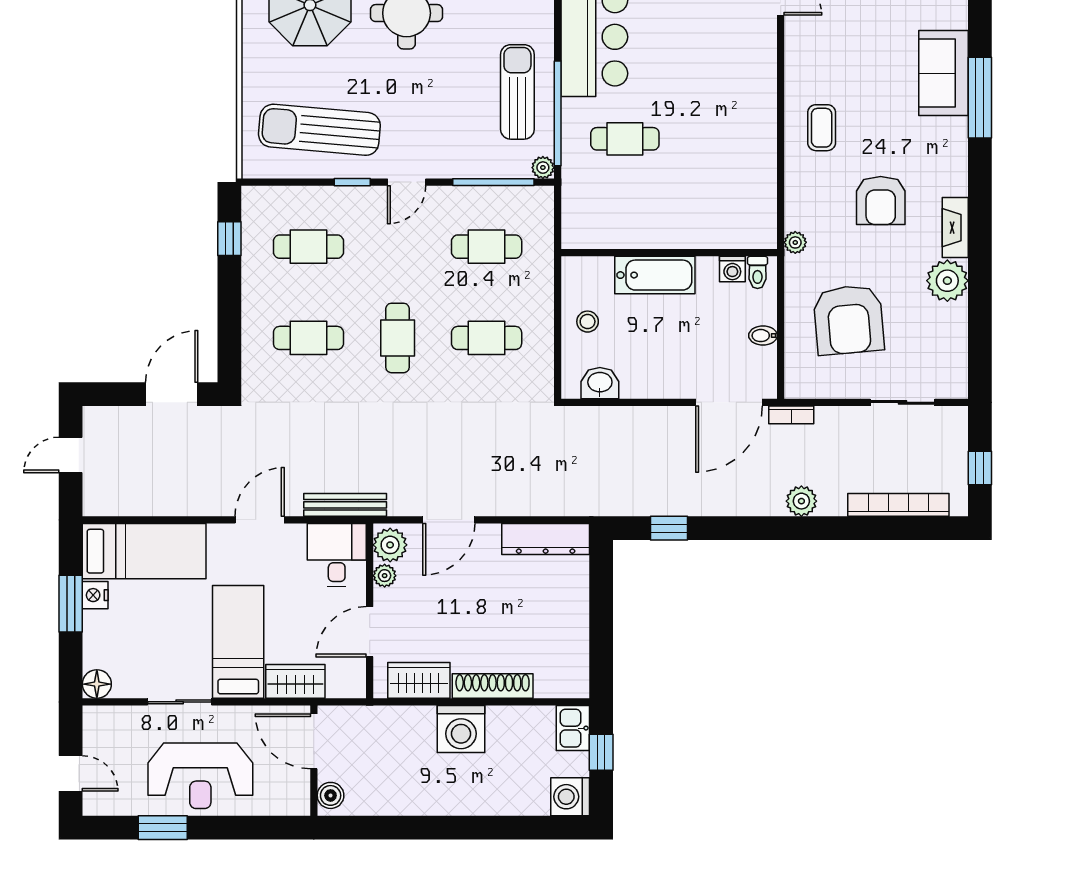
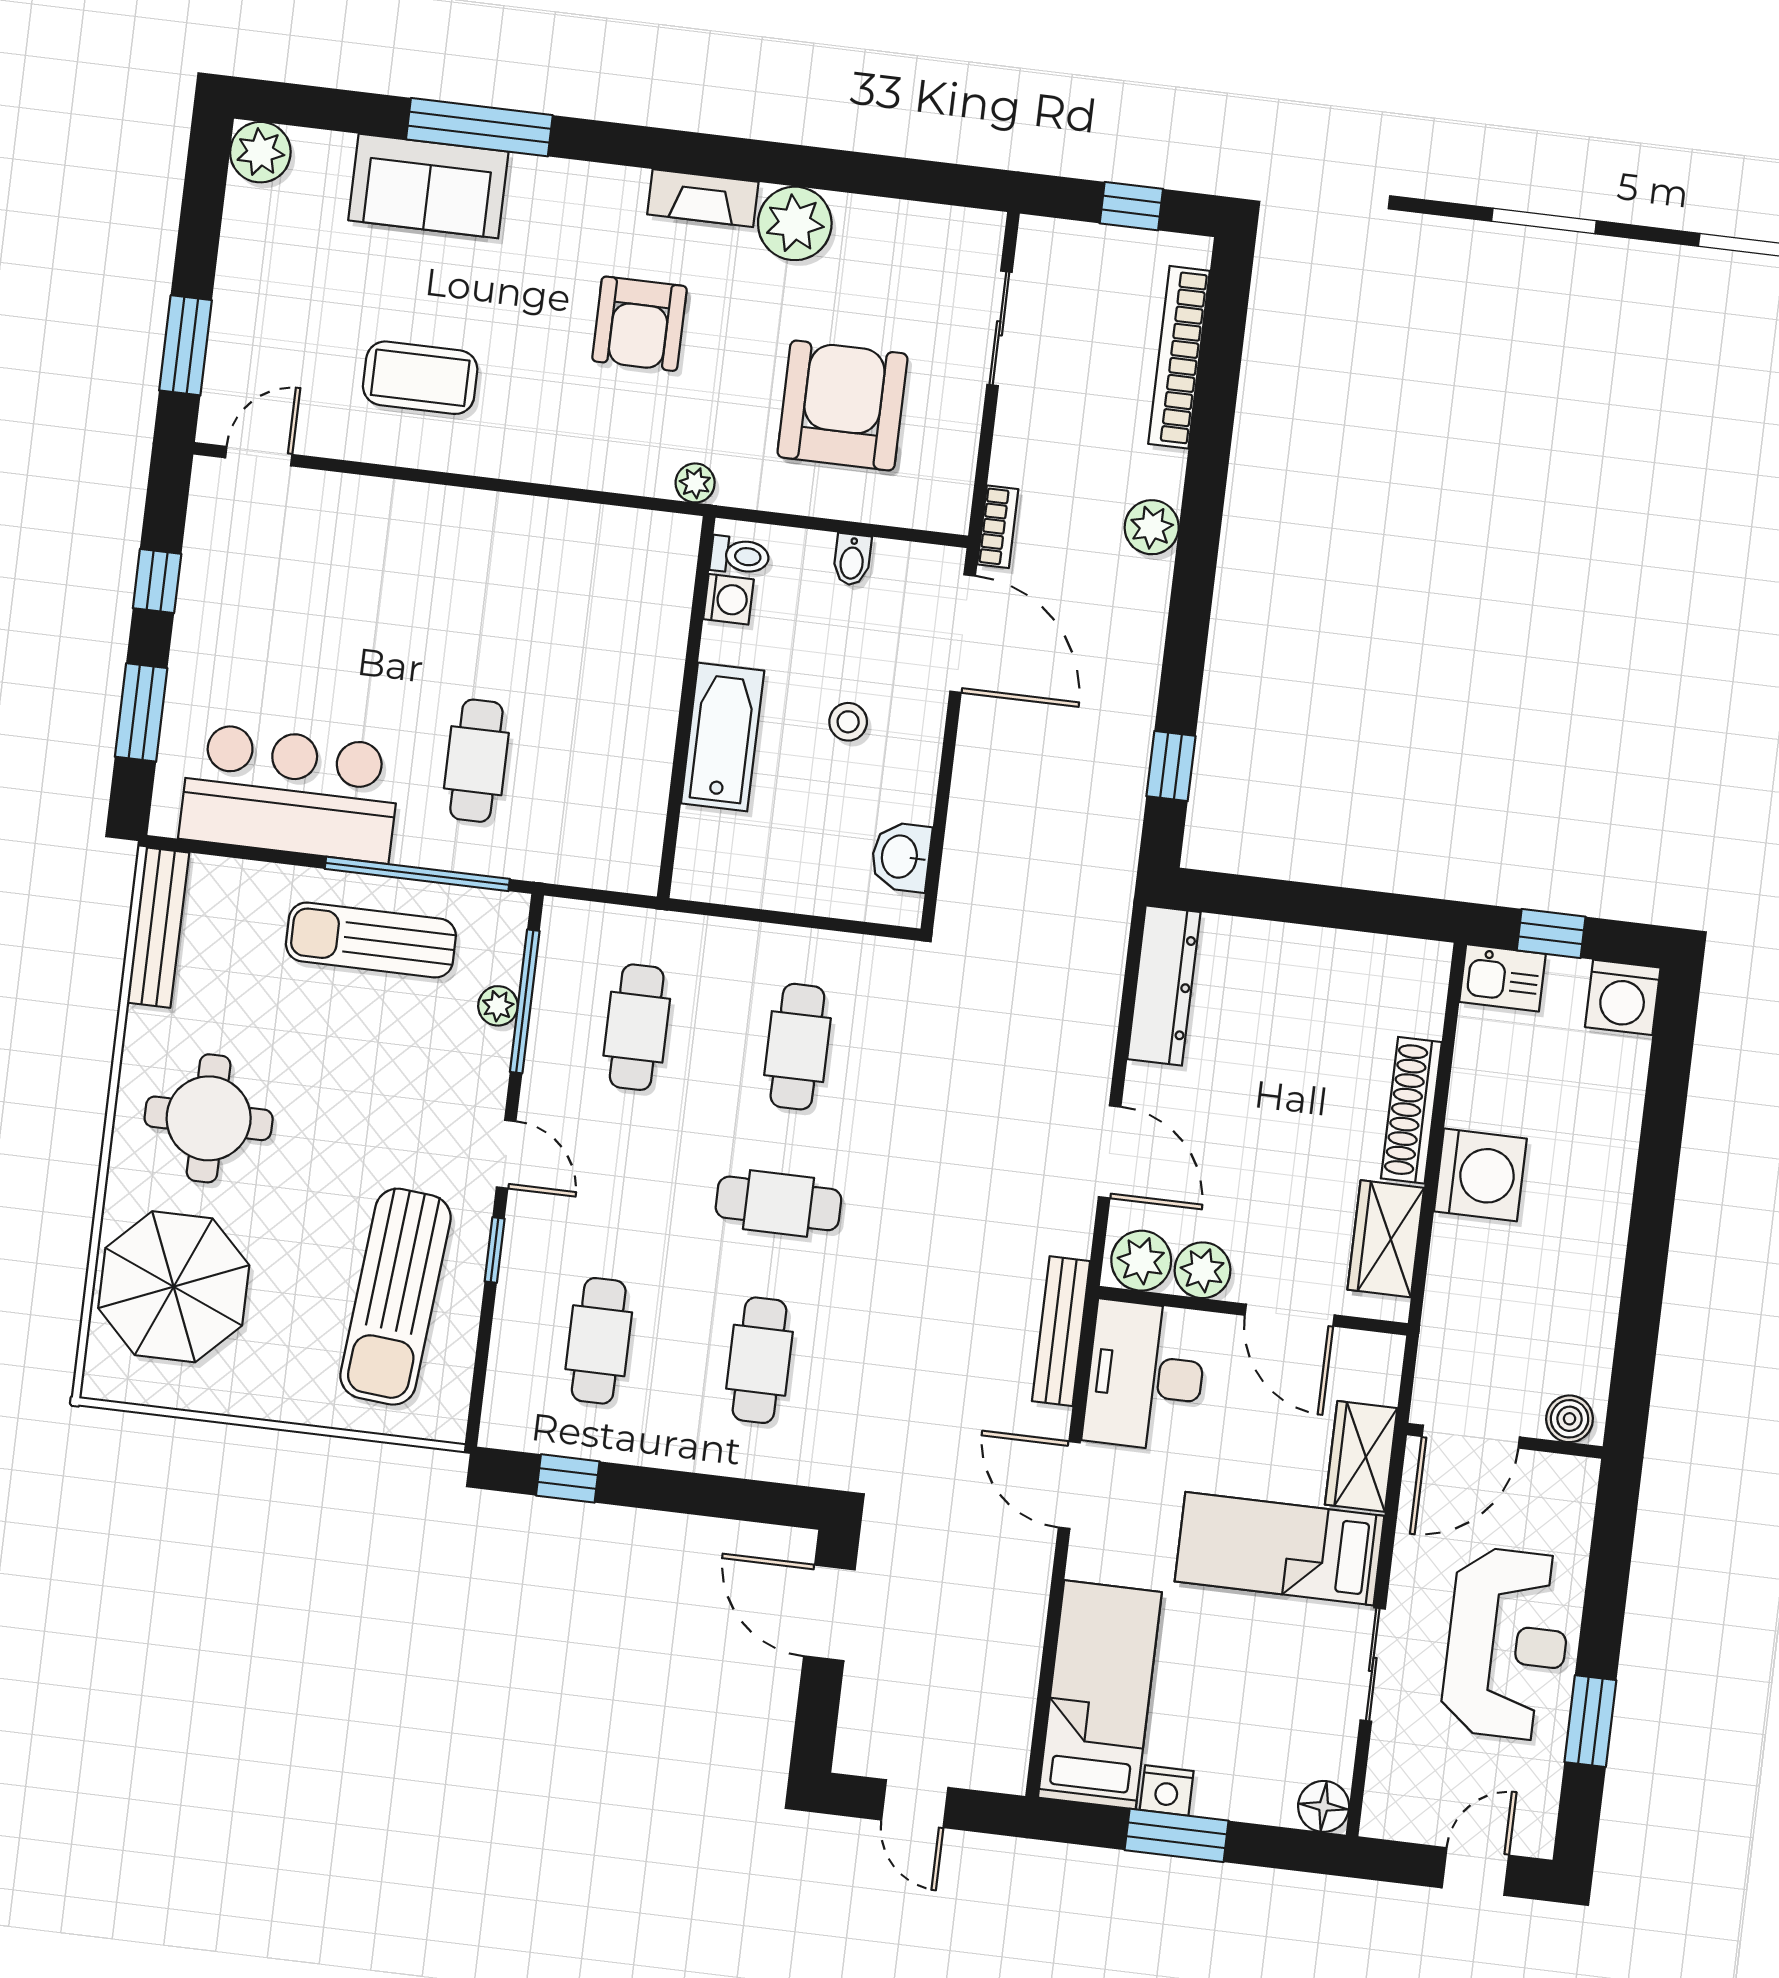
coffee table: (822, 128) -> (420, 378), moved, width x1.36, depth x1.30
plant: (543, 168) -> (498, 1006), moved
armchair: (881, 201) -> (639, 324), turned 90
armchair: (849, 320) -> (842, 405), turned -85
stool: (588, 322) -> (848, 722), moved
desk: (337, 555) -> (1145, 1376), width x1.37
plant: (385, 576) -> (1203, 1270), width x1.38, depth x1.38

